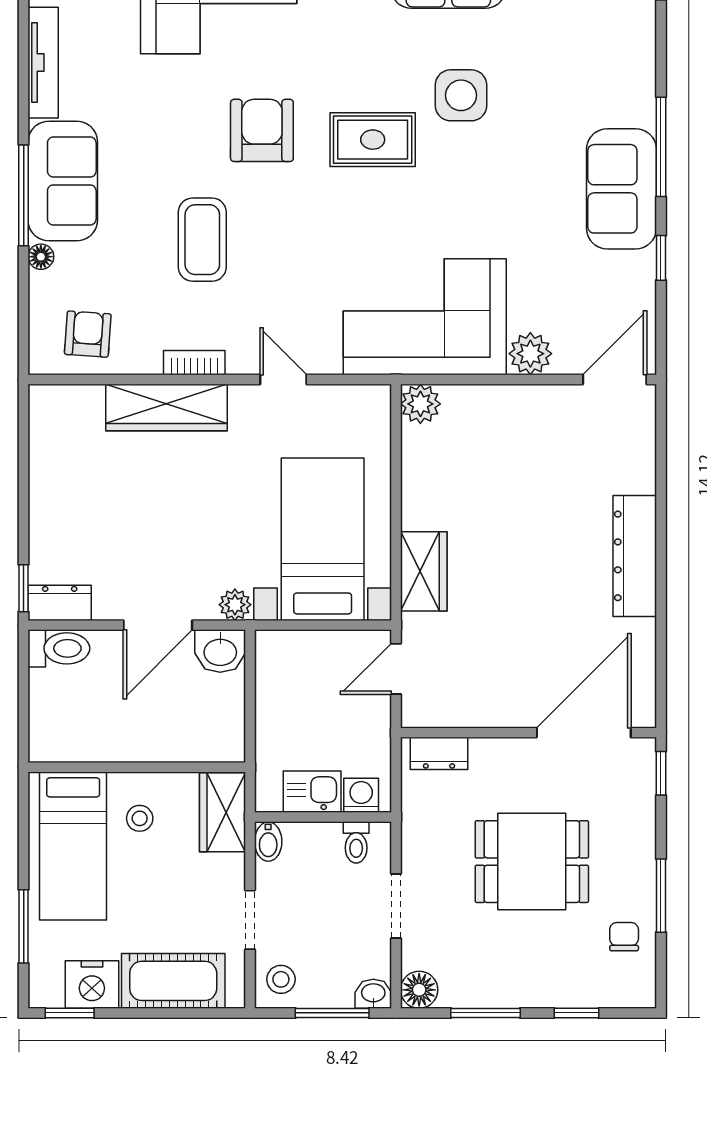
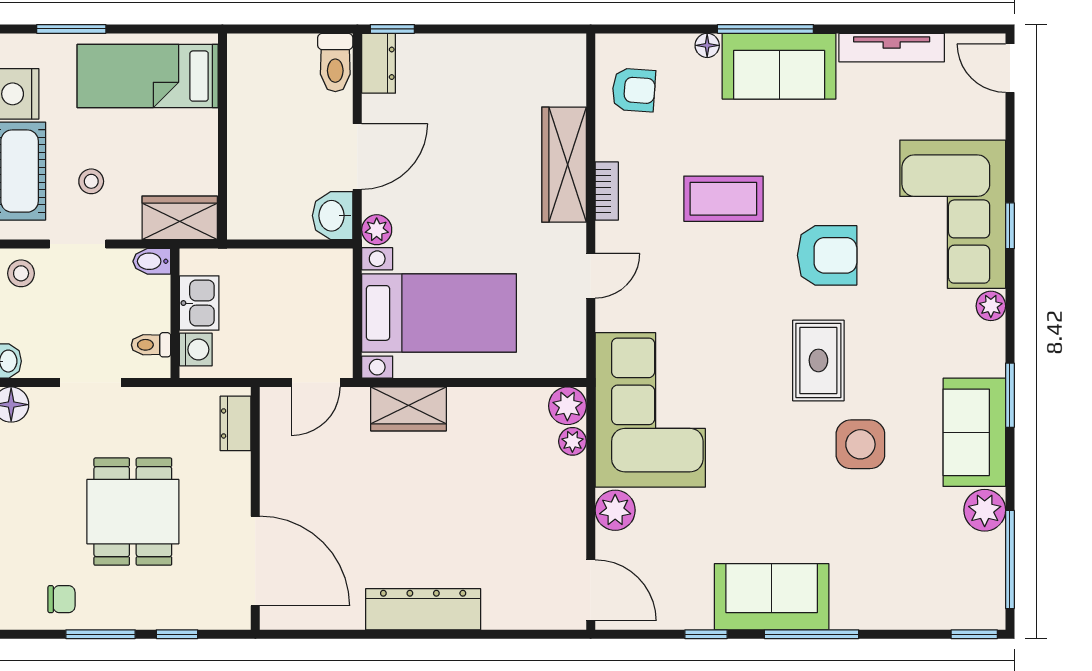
plant: (458, 399) -> (572, 441), added
door: (158, 625) -> (357, 156), swing flipped
door: (396, 669) -> (316, 383), swing flipped
window: (661, 773) -> (177, 634), moved
stool: (140, 818) -> (91, 181), moved

